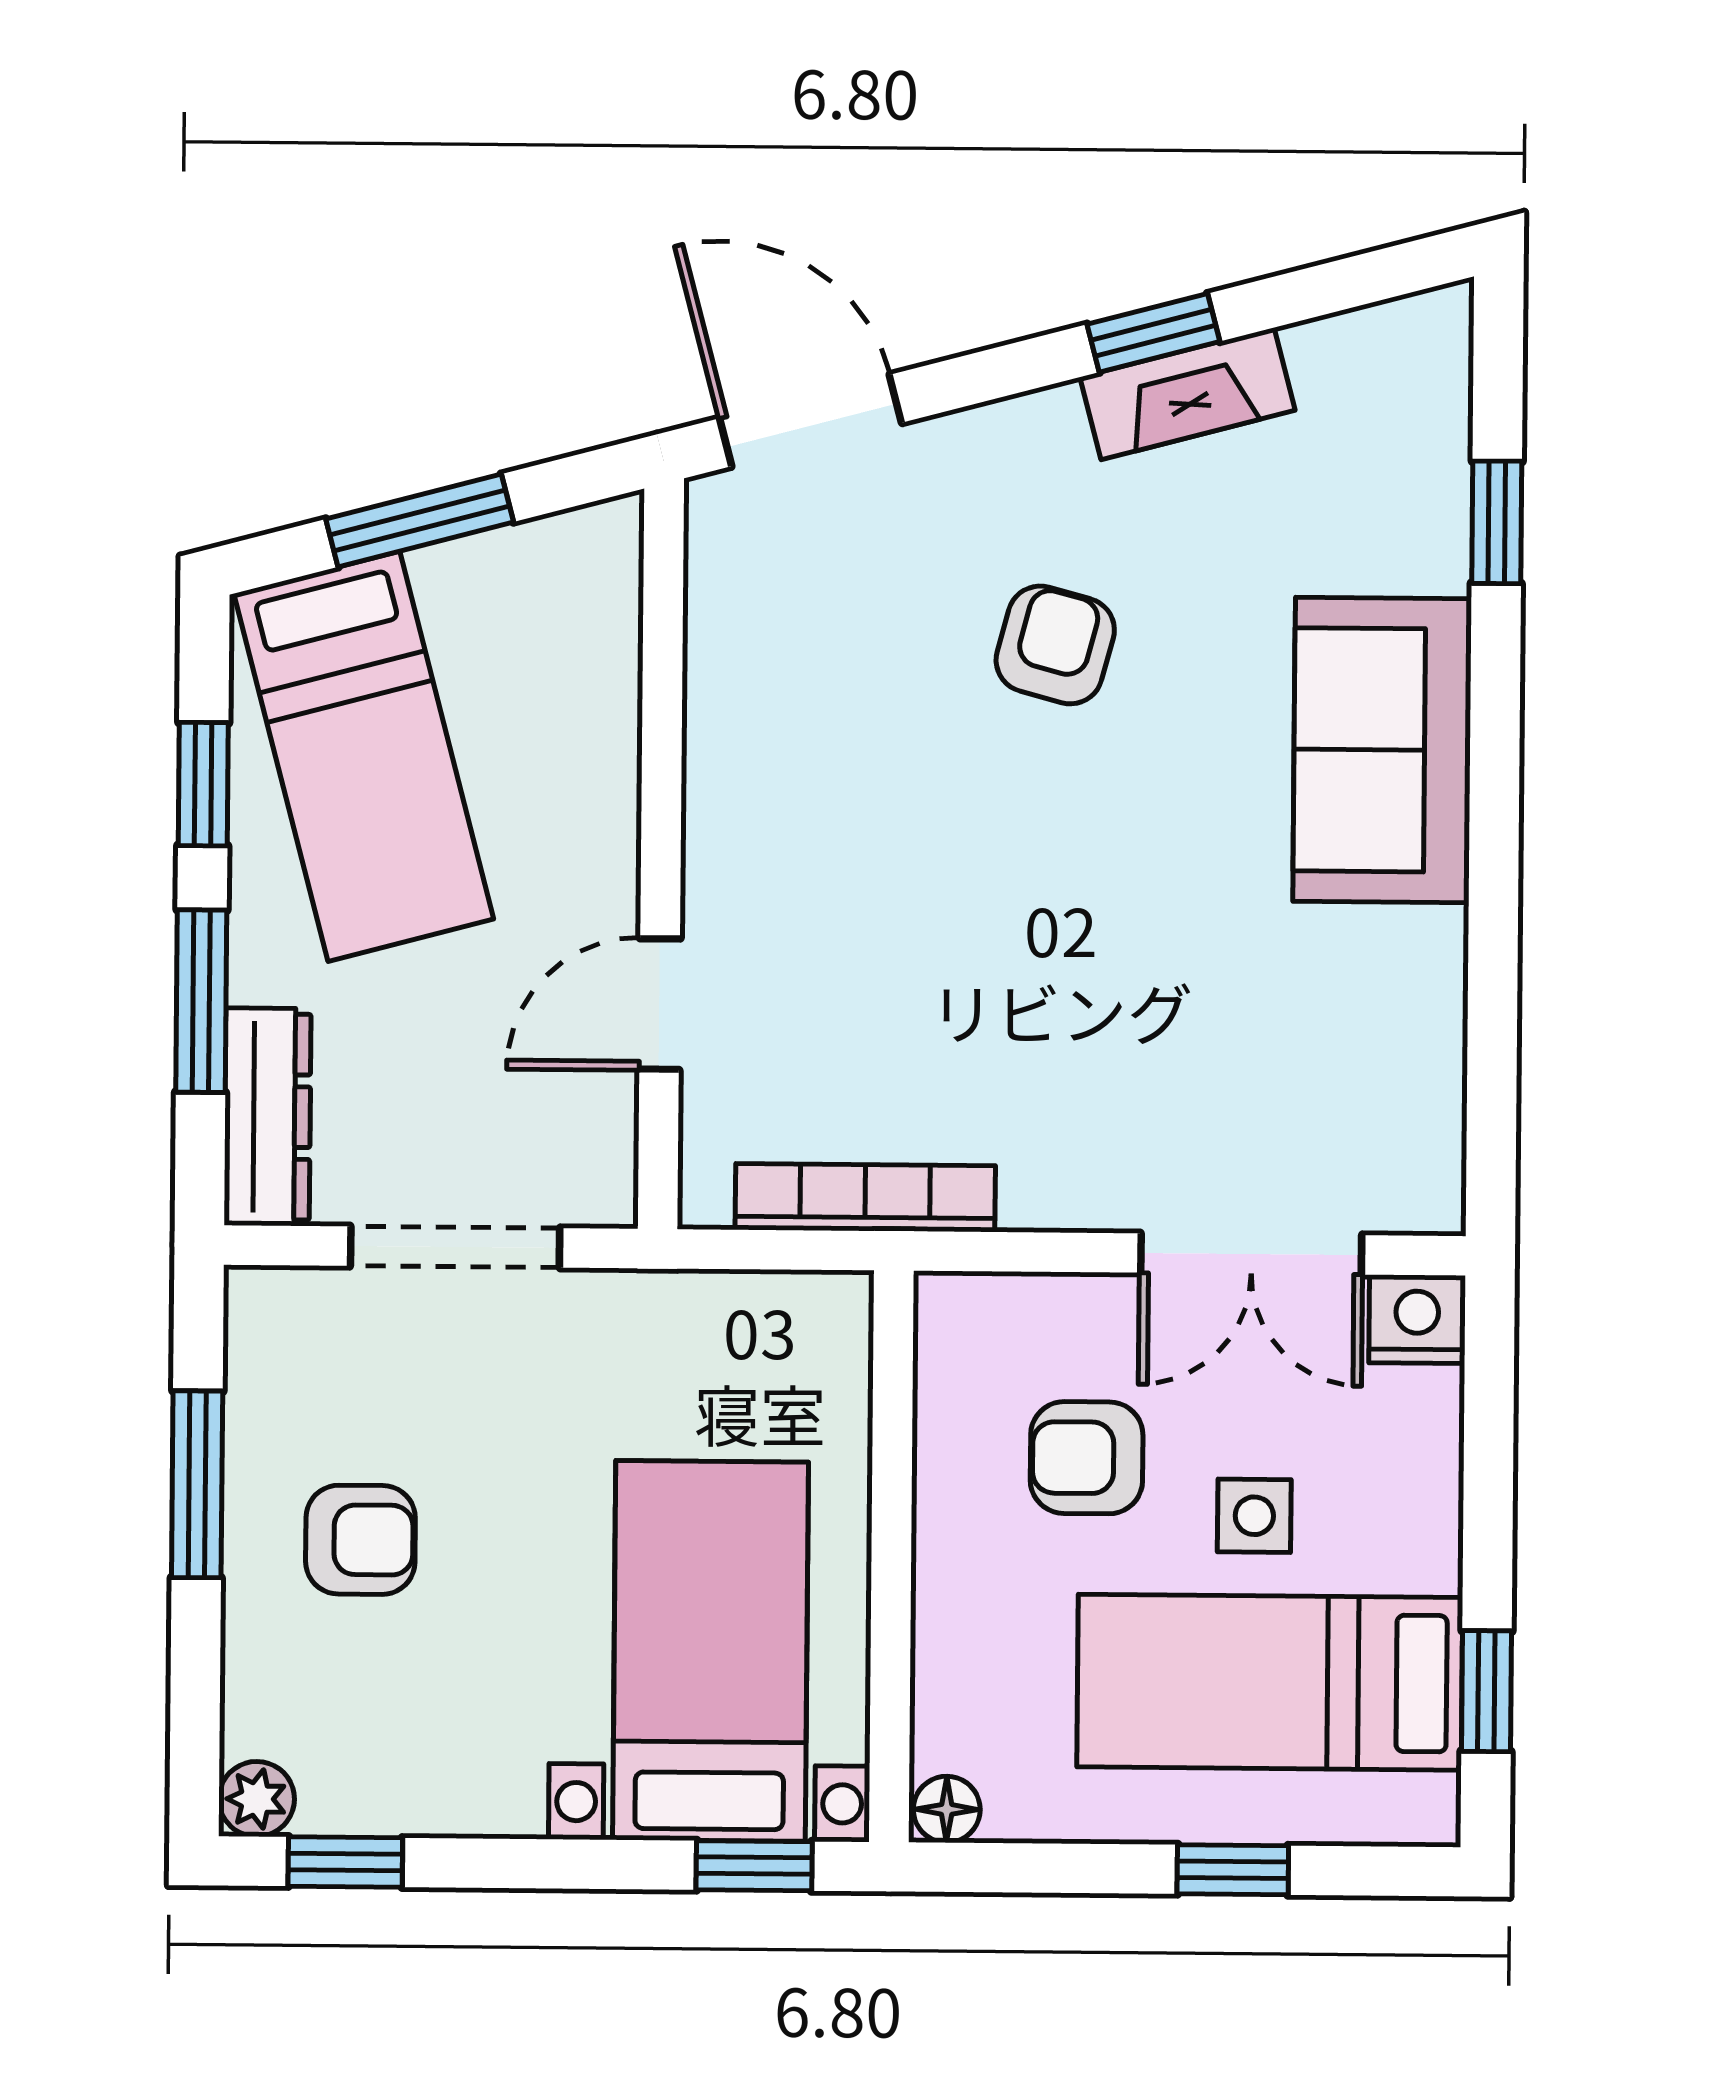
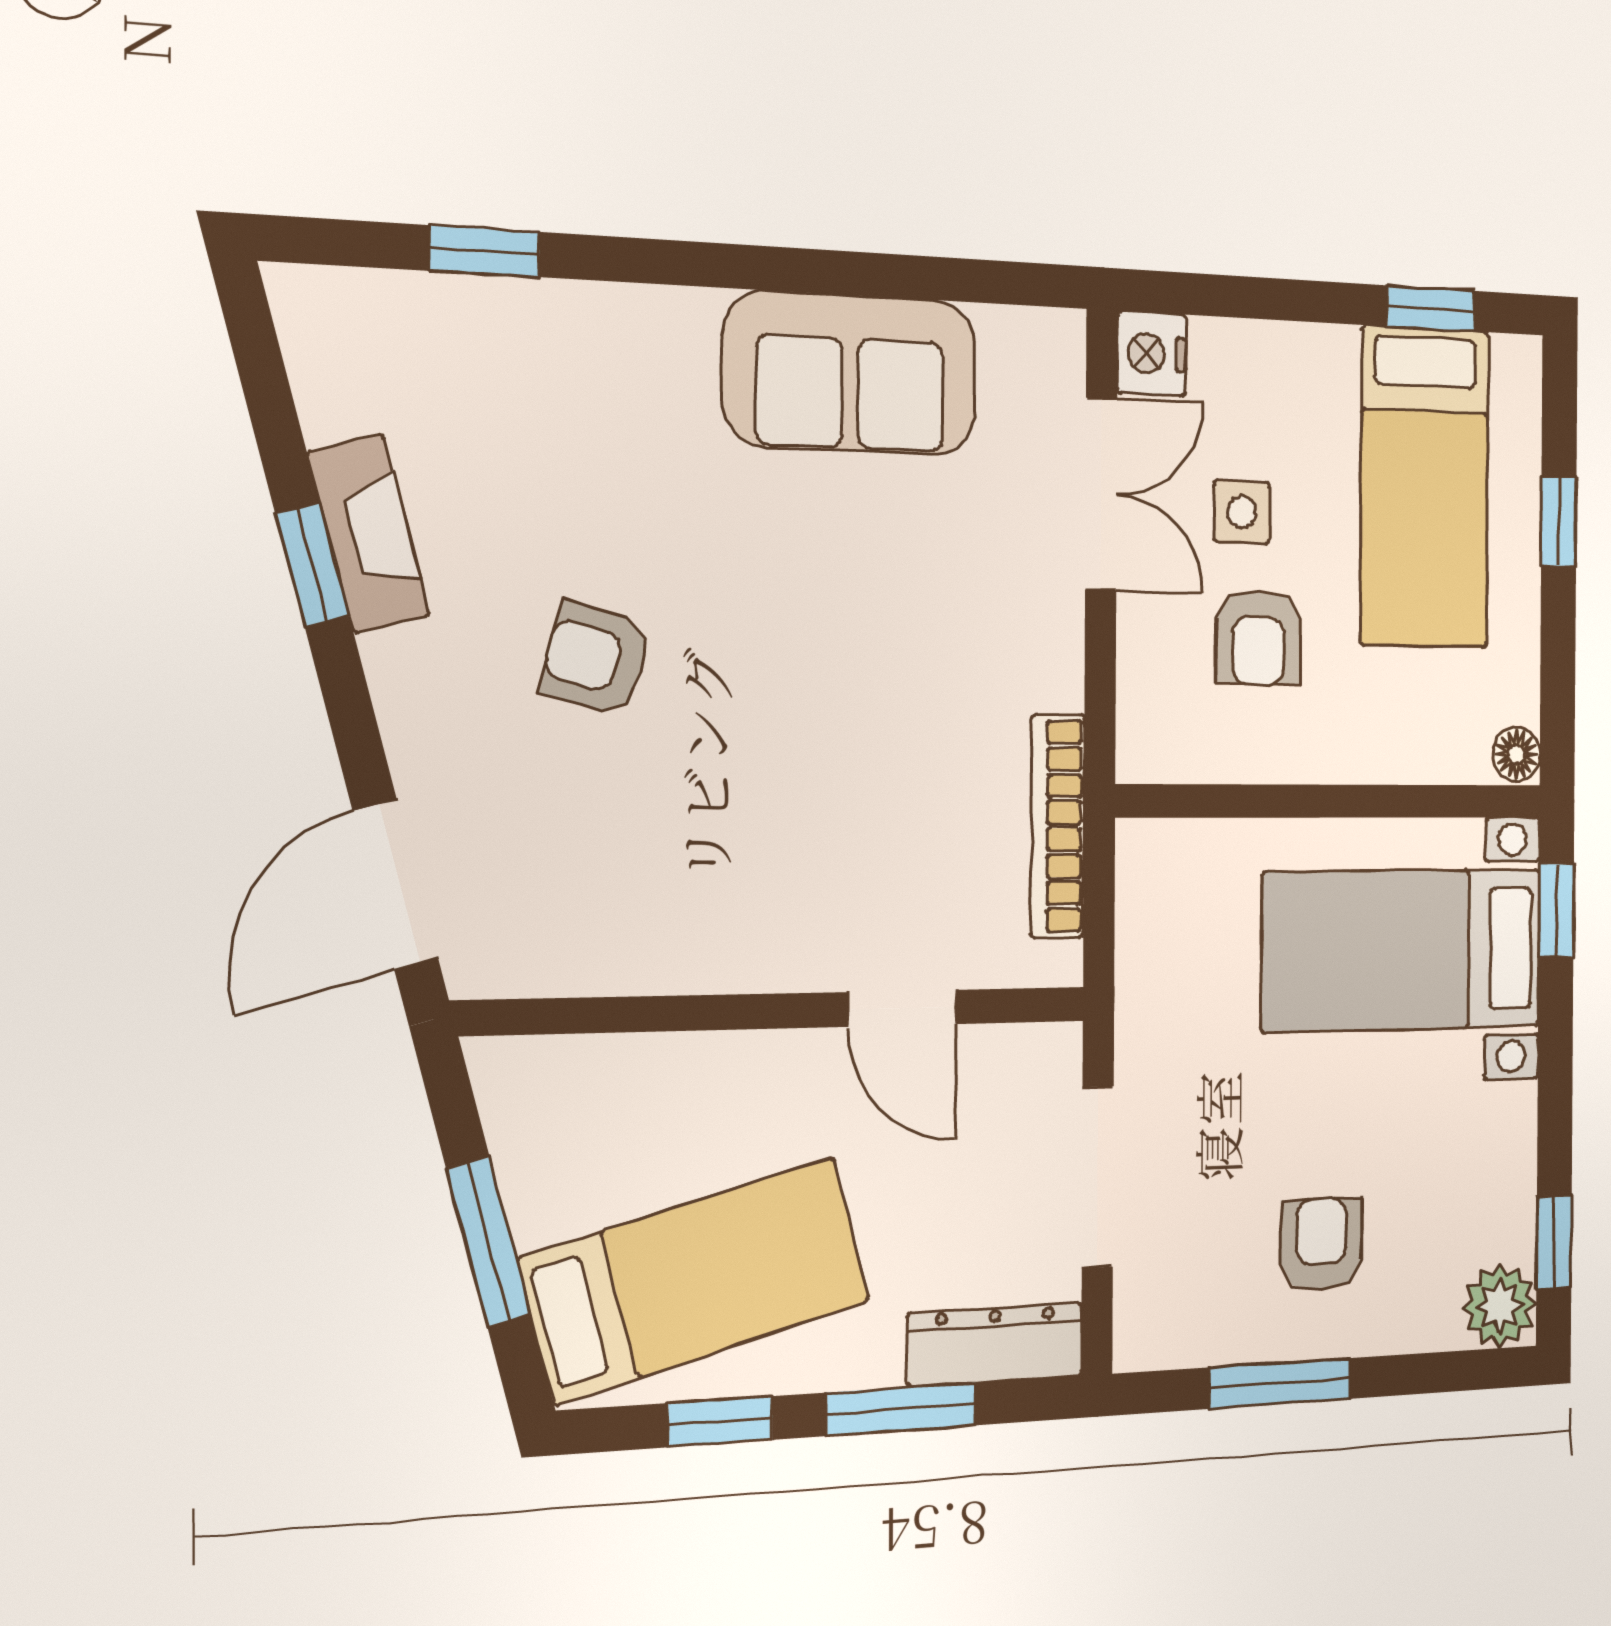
sofa: (1382, 750) -> (850, 373), moved
side table: (1254, 1516) -> (1242, 512), moved
plant: (257, 1799) -> (1500, 1306), width x1.38, depth x1.38

